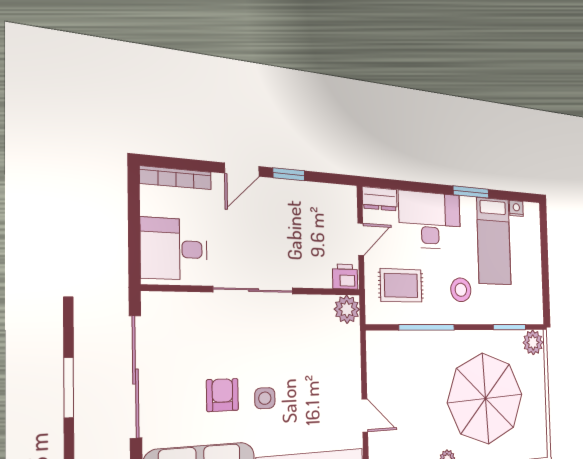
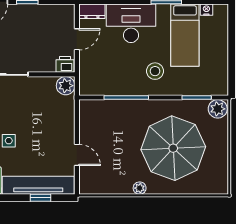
rug: (401, 285) -> (107, 69), removed

